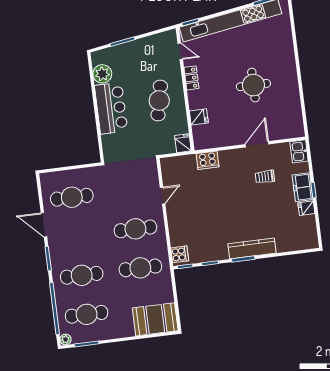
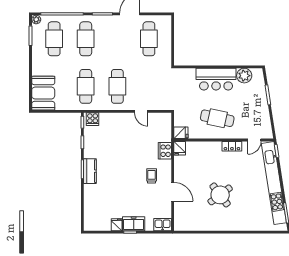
round table: (253, 85) -> (220, 195), turned -37
fridge: (199, 117) -> (180, 148), moved
trolley: (265, 177) -> (152, 176), moved
kitchen counter: (252, 248) -> (90, 171), width x0.67

